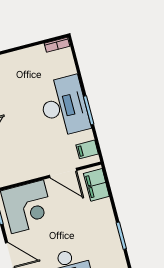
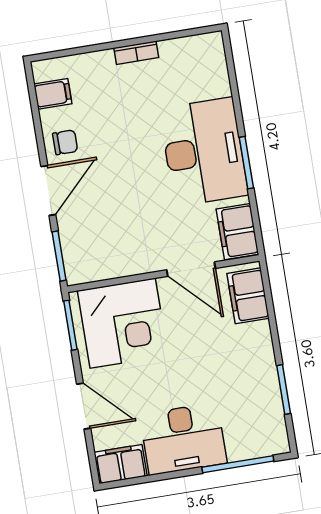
bookcase: (57, 45) -> (136, 53), moved
filing cabinet: (87, 149) -> (237, 232), width x2.00

